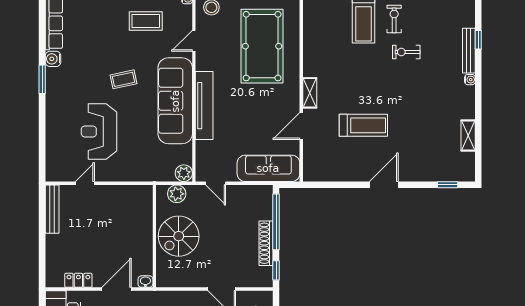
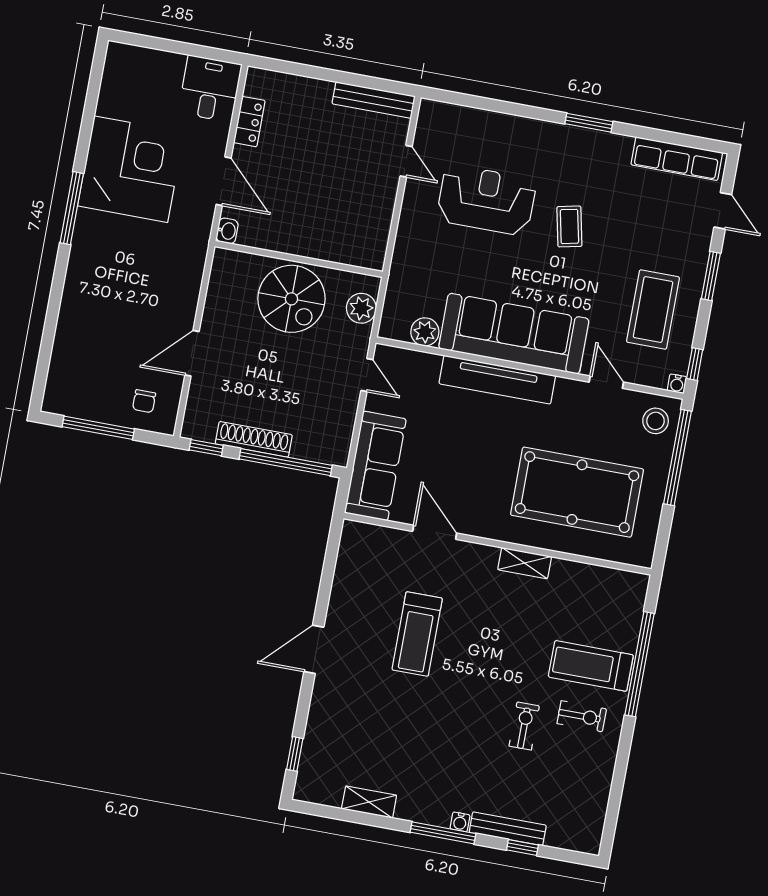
coffee table: (146, 21) -> (653, 310), width x1.36, depth x1.32
water cooler: (53, 59) -> (619, 147), removed
coffee table: (123, 79) -> (569, 226), moved
window: (478, 88) -> (443, 833), added
shelving: (310, 93) -> (525, 563), moved
plant: (184, 173) -> (425, 332), moved
door: (216, 183) -> (367, 375), swing flipped
door: (384, 185) -> (314, 649), swing flipped
spiral stairs: (179, 236) -> (291, 299), turned 180

